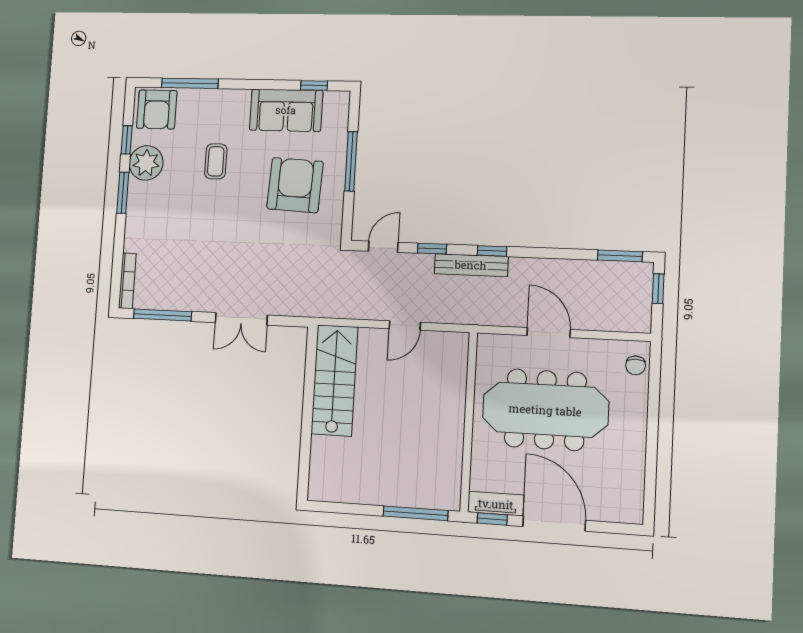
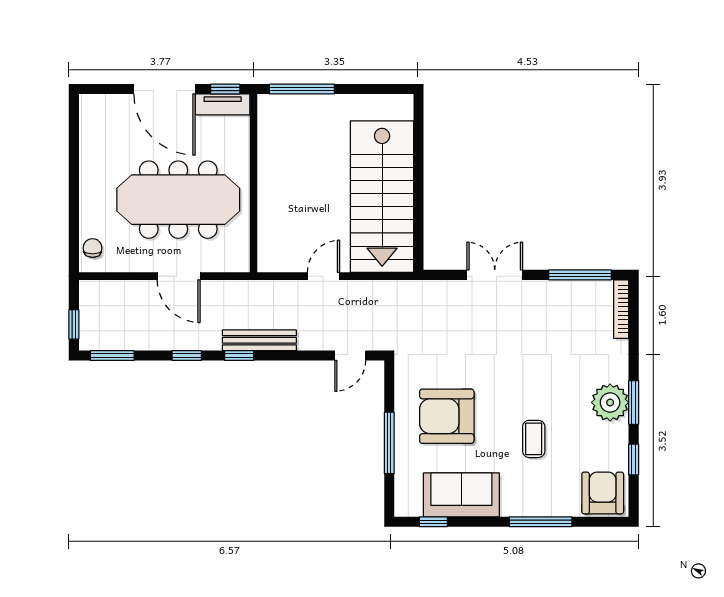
window: (190, 83) -> (541, 522), moved
plant: (146, 163) -> (610, 402), moved
armchair: (295, 185) -> (447, 416), turned 87
window: (432, 249) -> (187, 356), moved
stairs: (334, 380) -> (382, 197), width x1.36, depth x1.51

